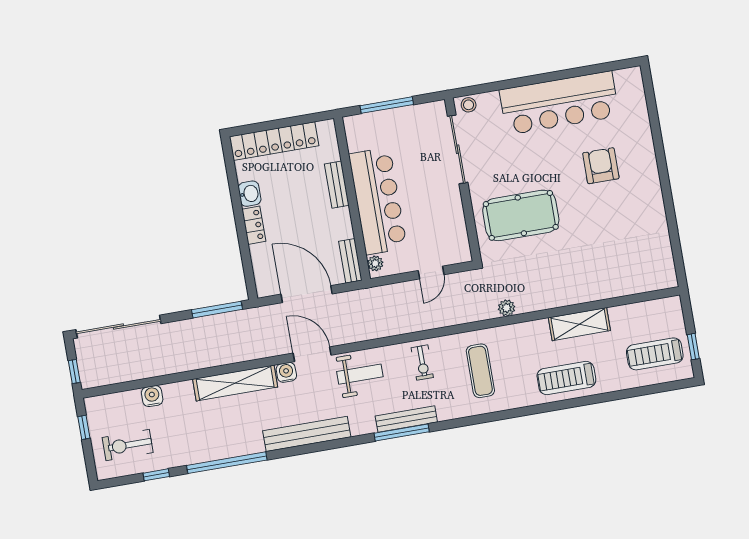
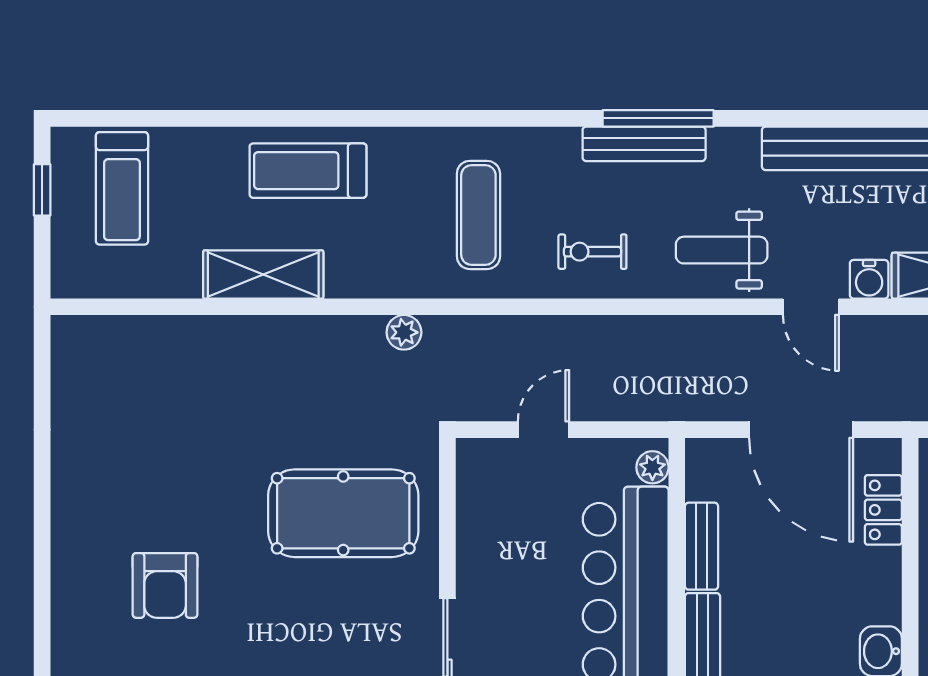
locker: (254, 225) -> (883, 510), moved
bench: (350, 261) -> (702, 546), moved
door: (312, 354) -> (811, 307), width x0.73
treadmill: (655, 354) -> (122, 188), turned 90
exercise bike: (422, 363) -> (592, 252), turned -90
treadmill: (566, 378) -> (308, 171), turned 180

